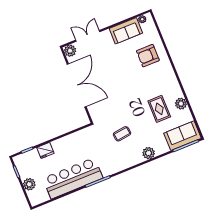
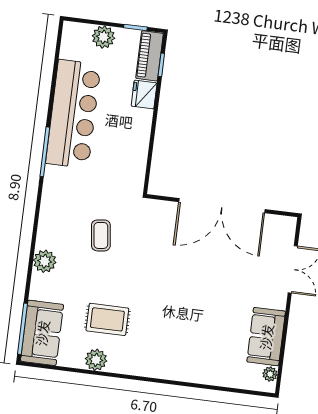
plant: (70, 51) -> (285, 227), removed
armchair: (148, 56) -> (205, 350), removed
piano: (26, 158) -> (150, 56), added

